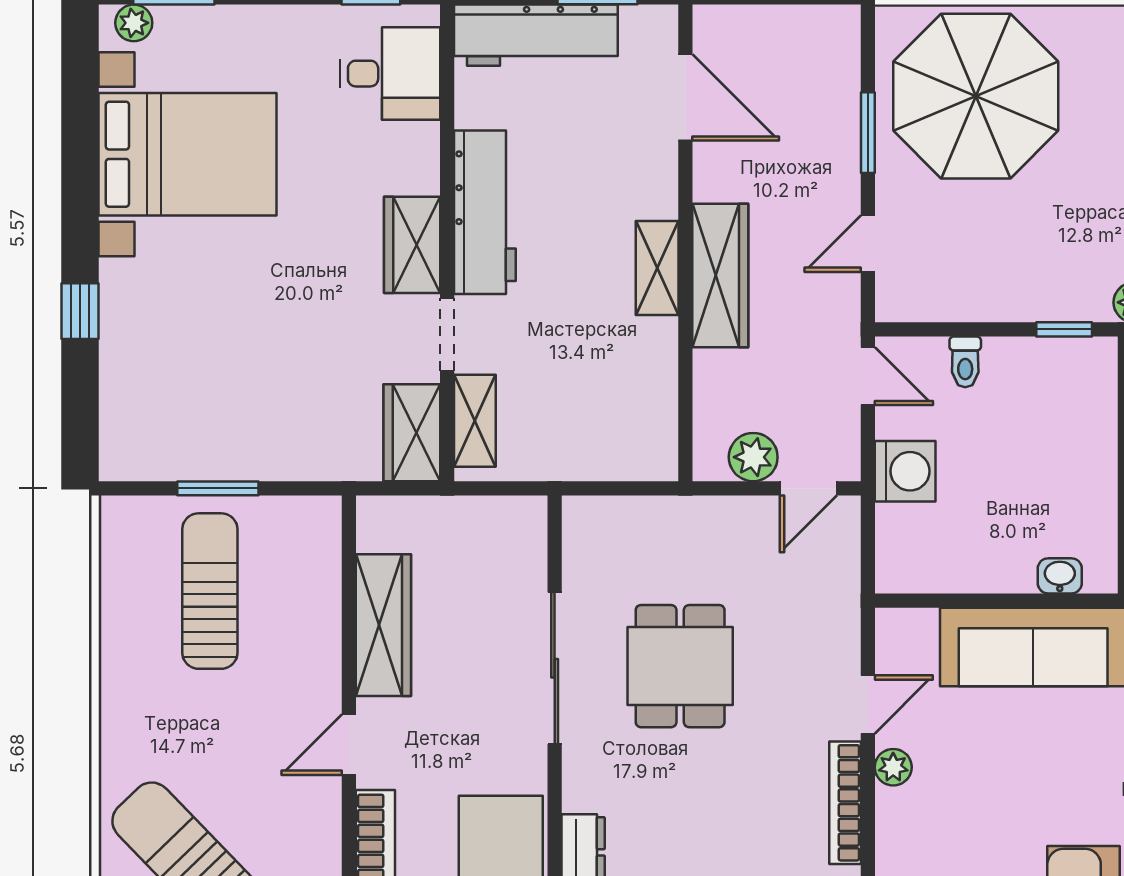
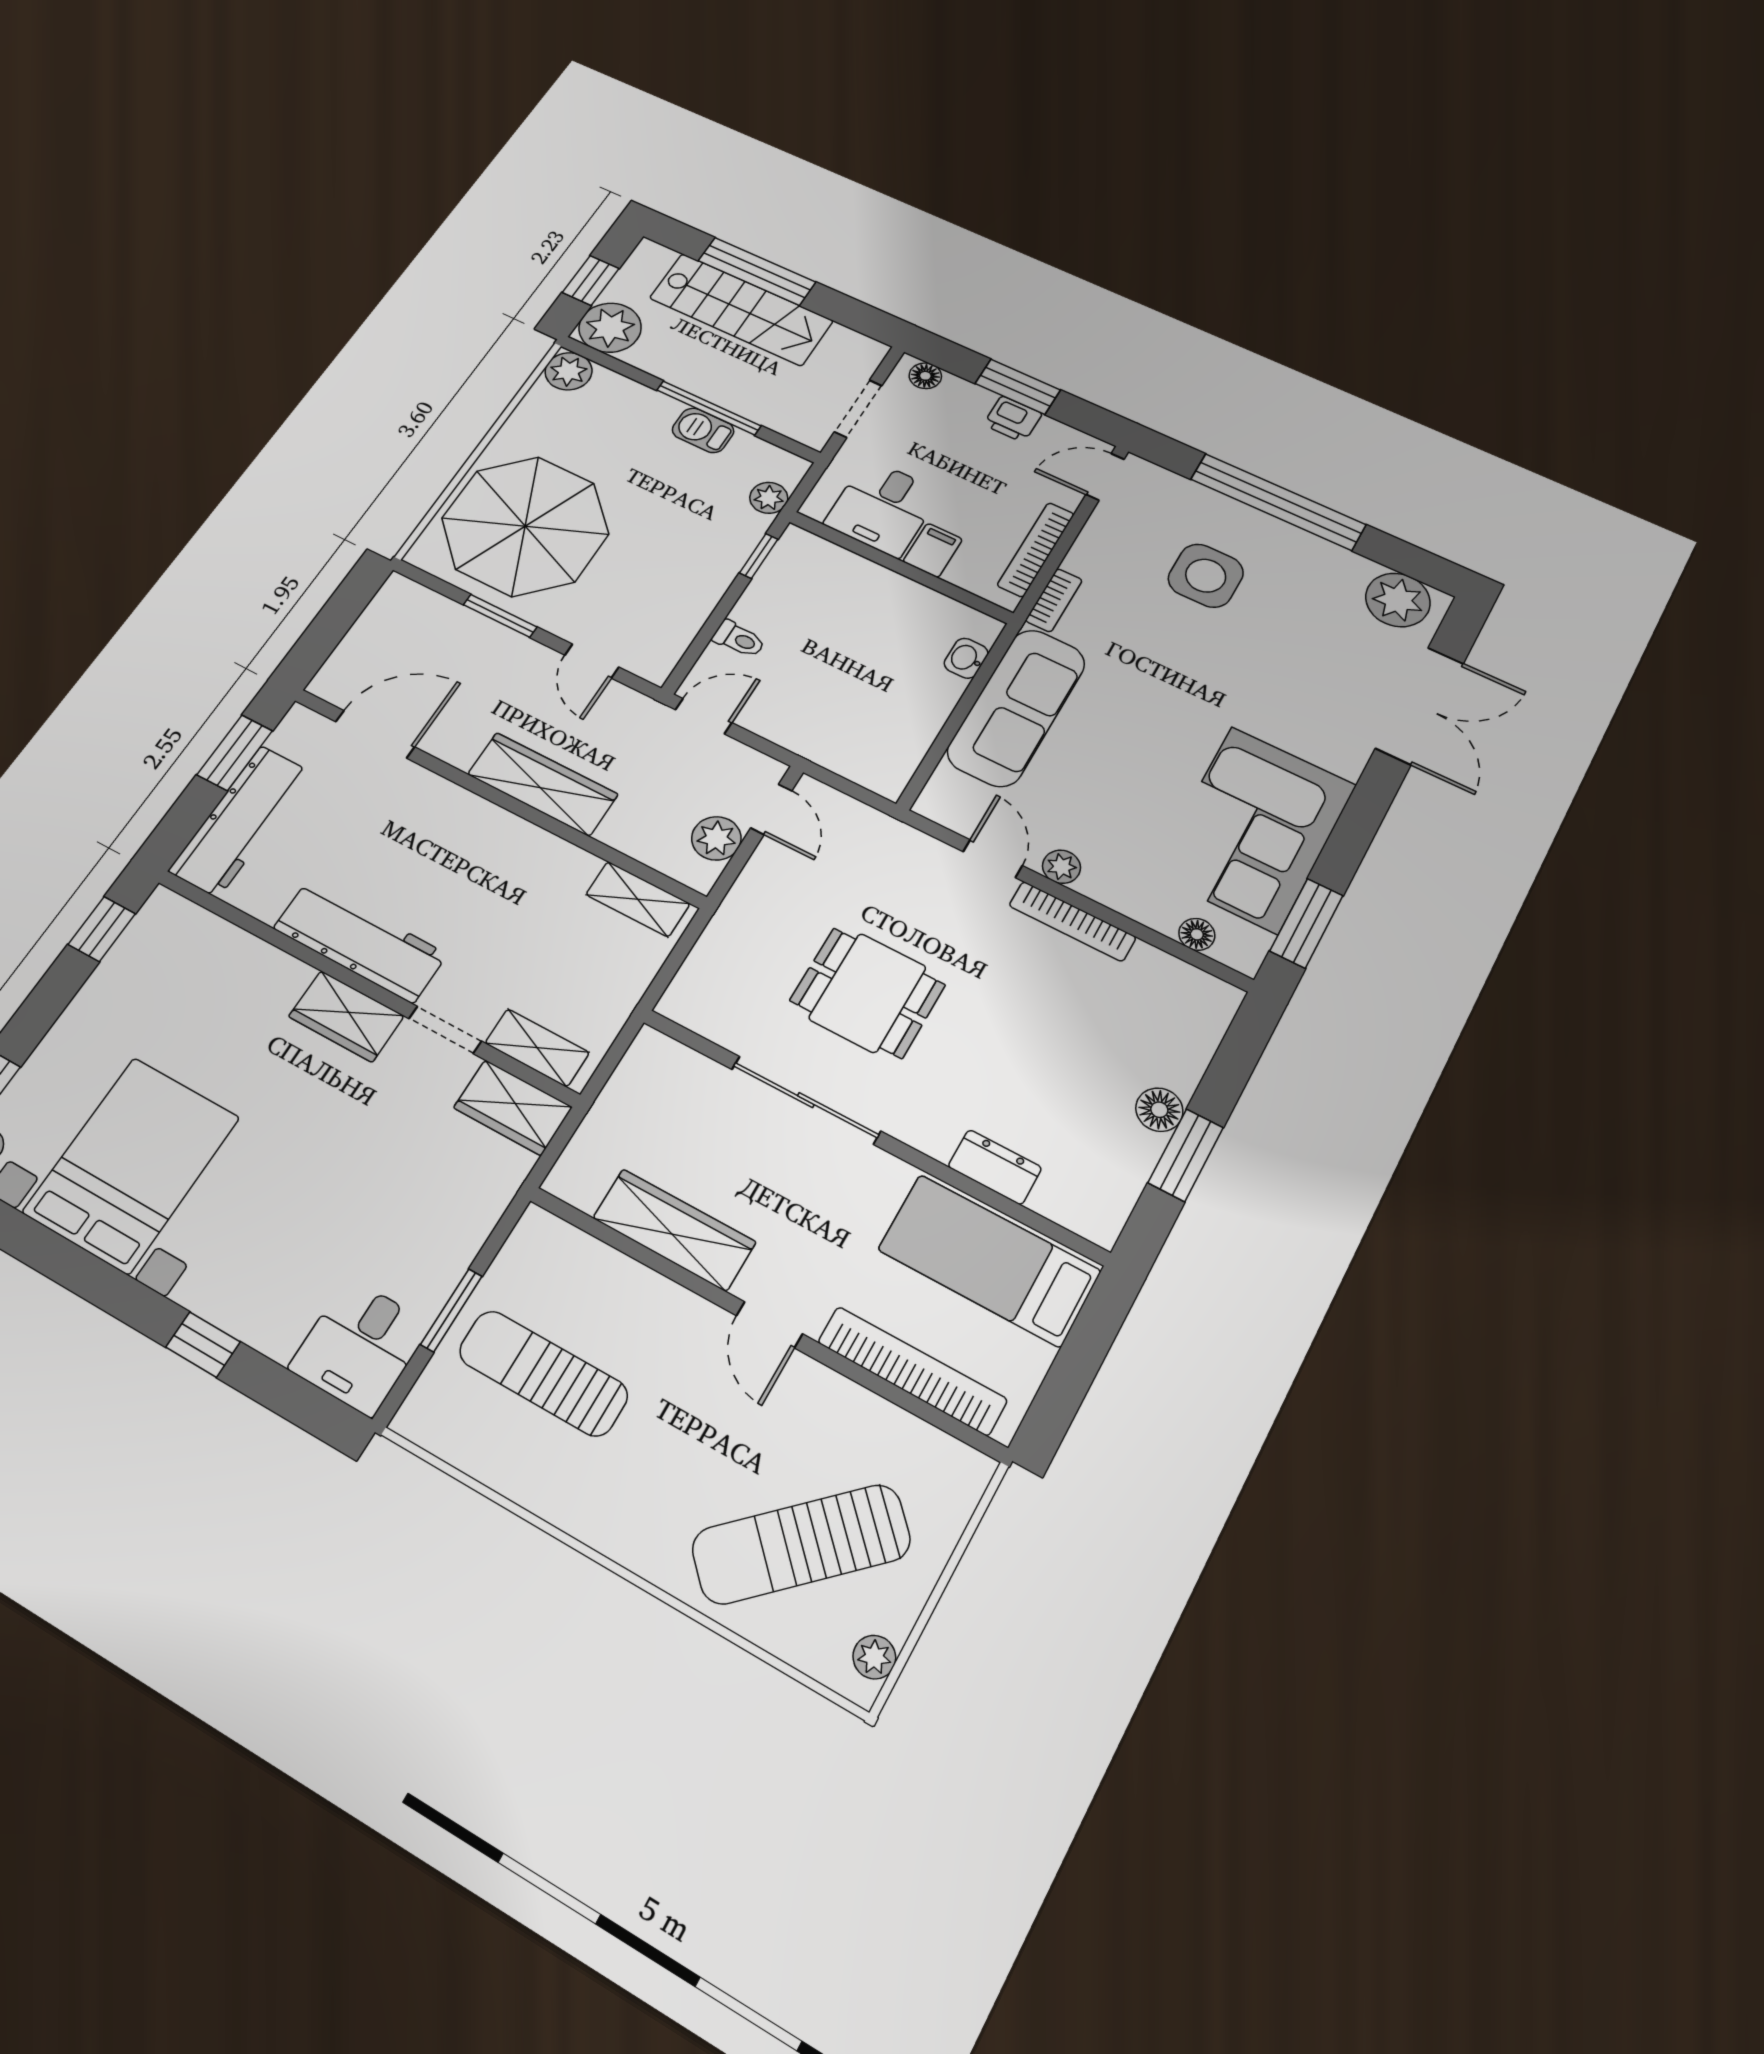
desk: (390, 74) -> (360, 1347), moved, turned 180
shelving: (657, 268) -> (638, 899), moved
washing machine: (905, 471) -> (803, 728), removed

